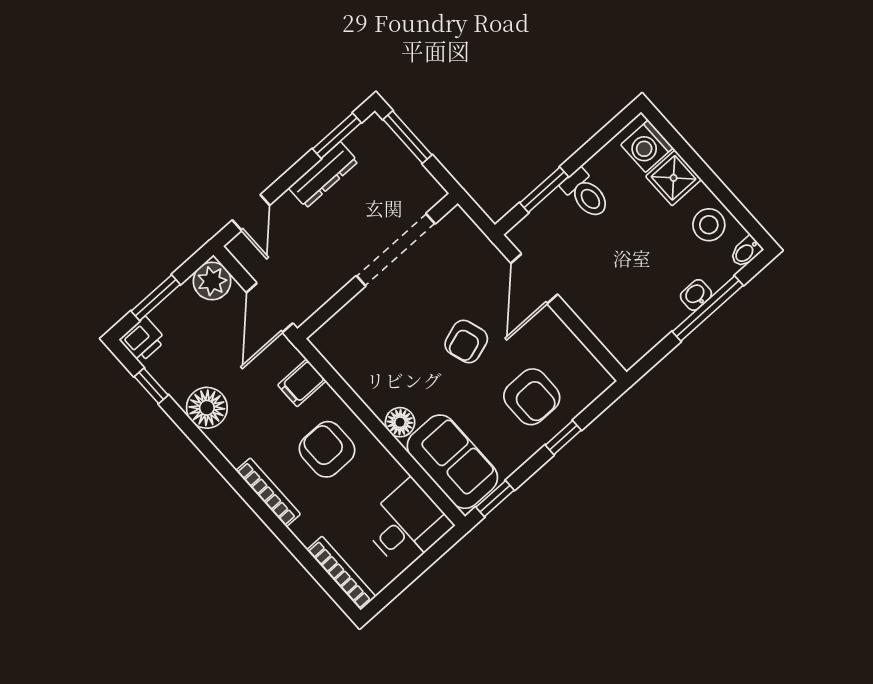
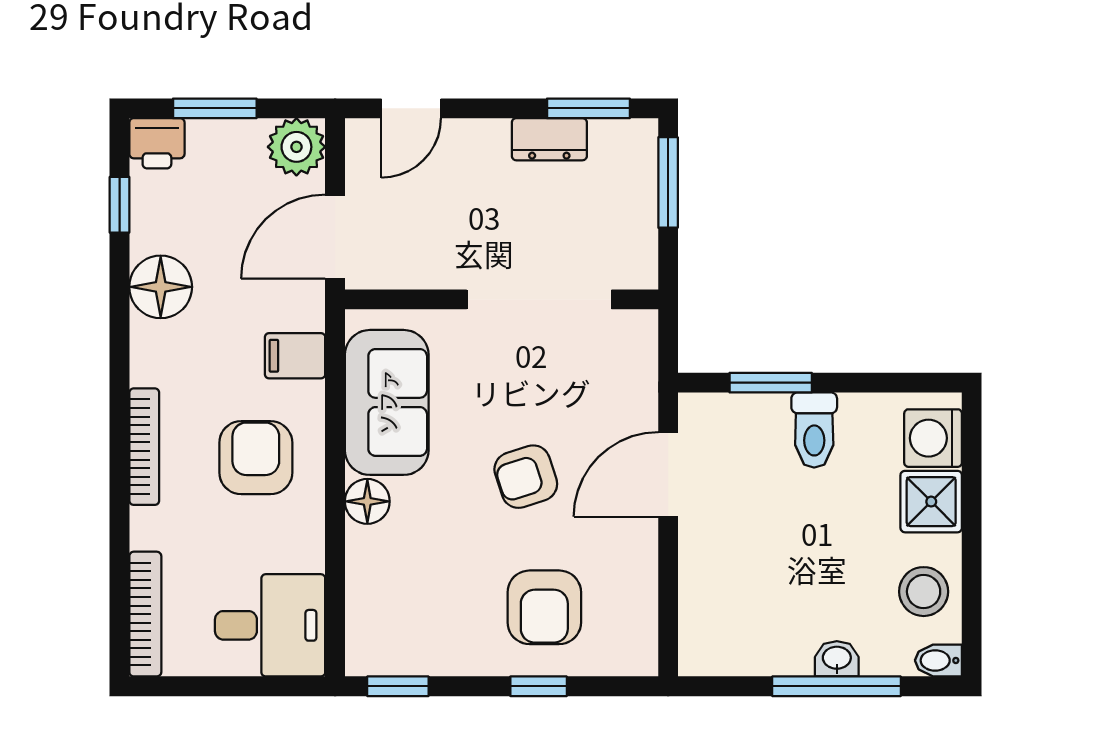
dresser: (323, 175) -> (549, 139), width x0.70
sofa: (452, 462) -> (387, 402), moved

